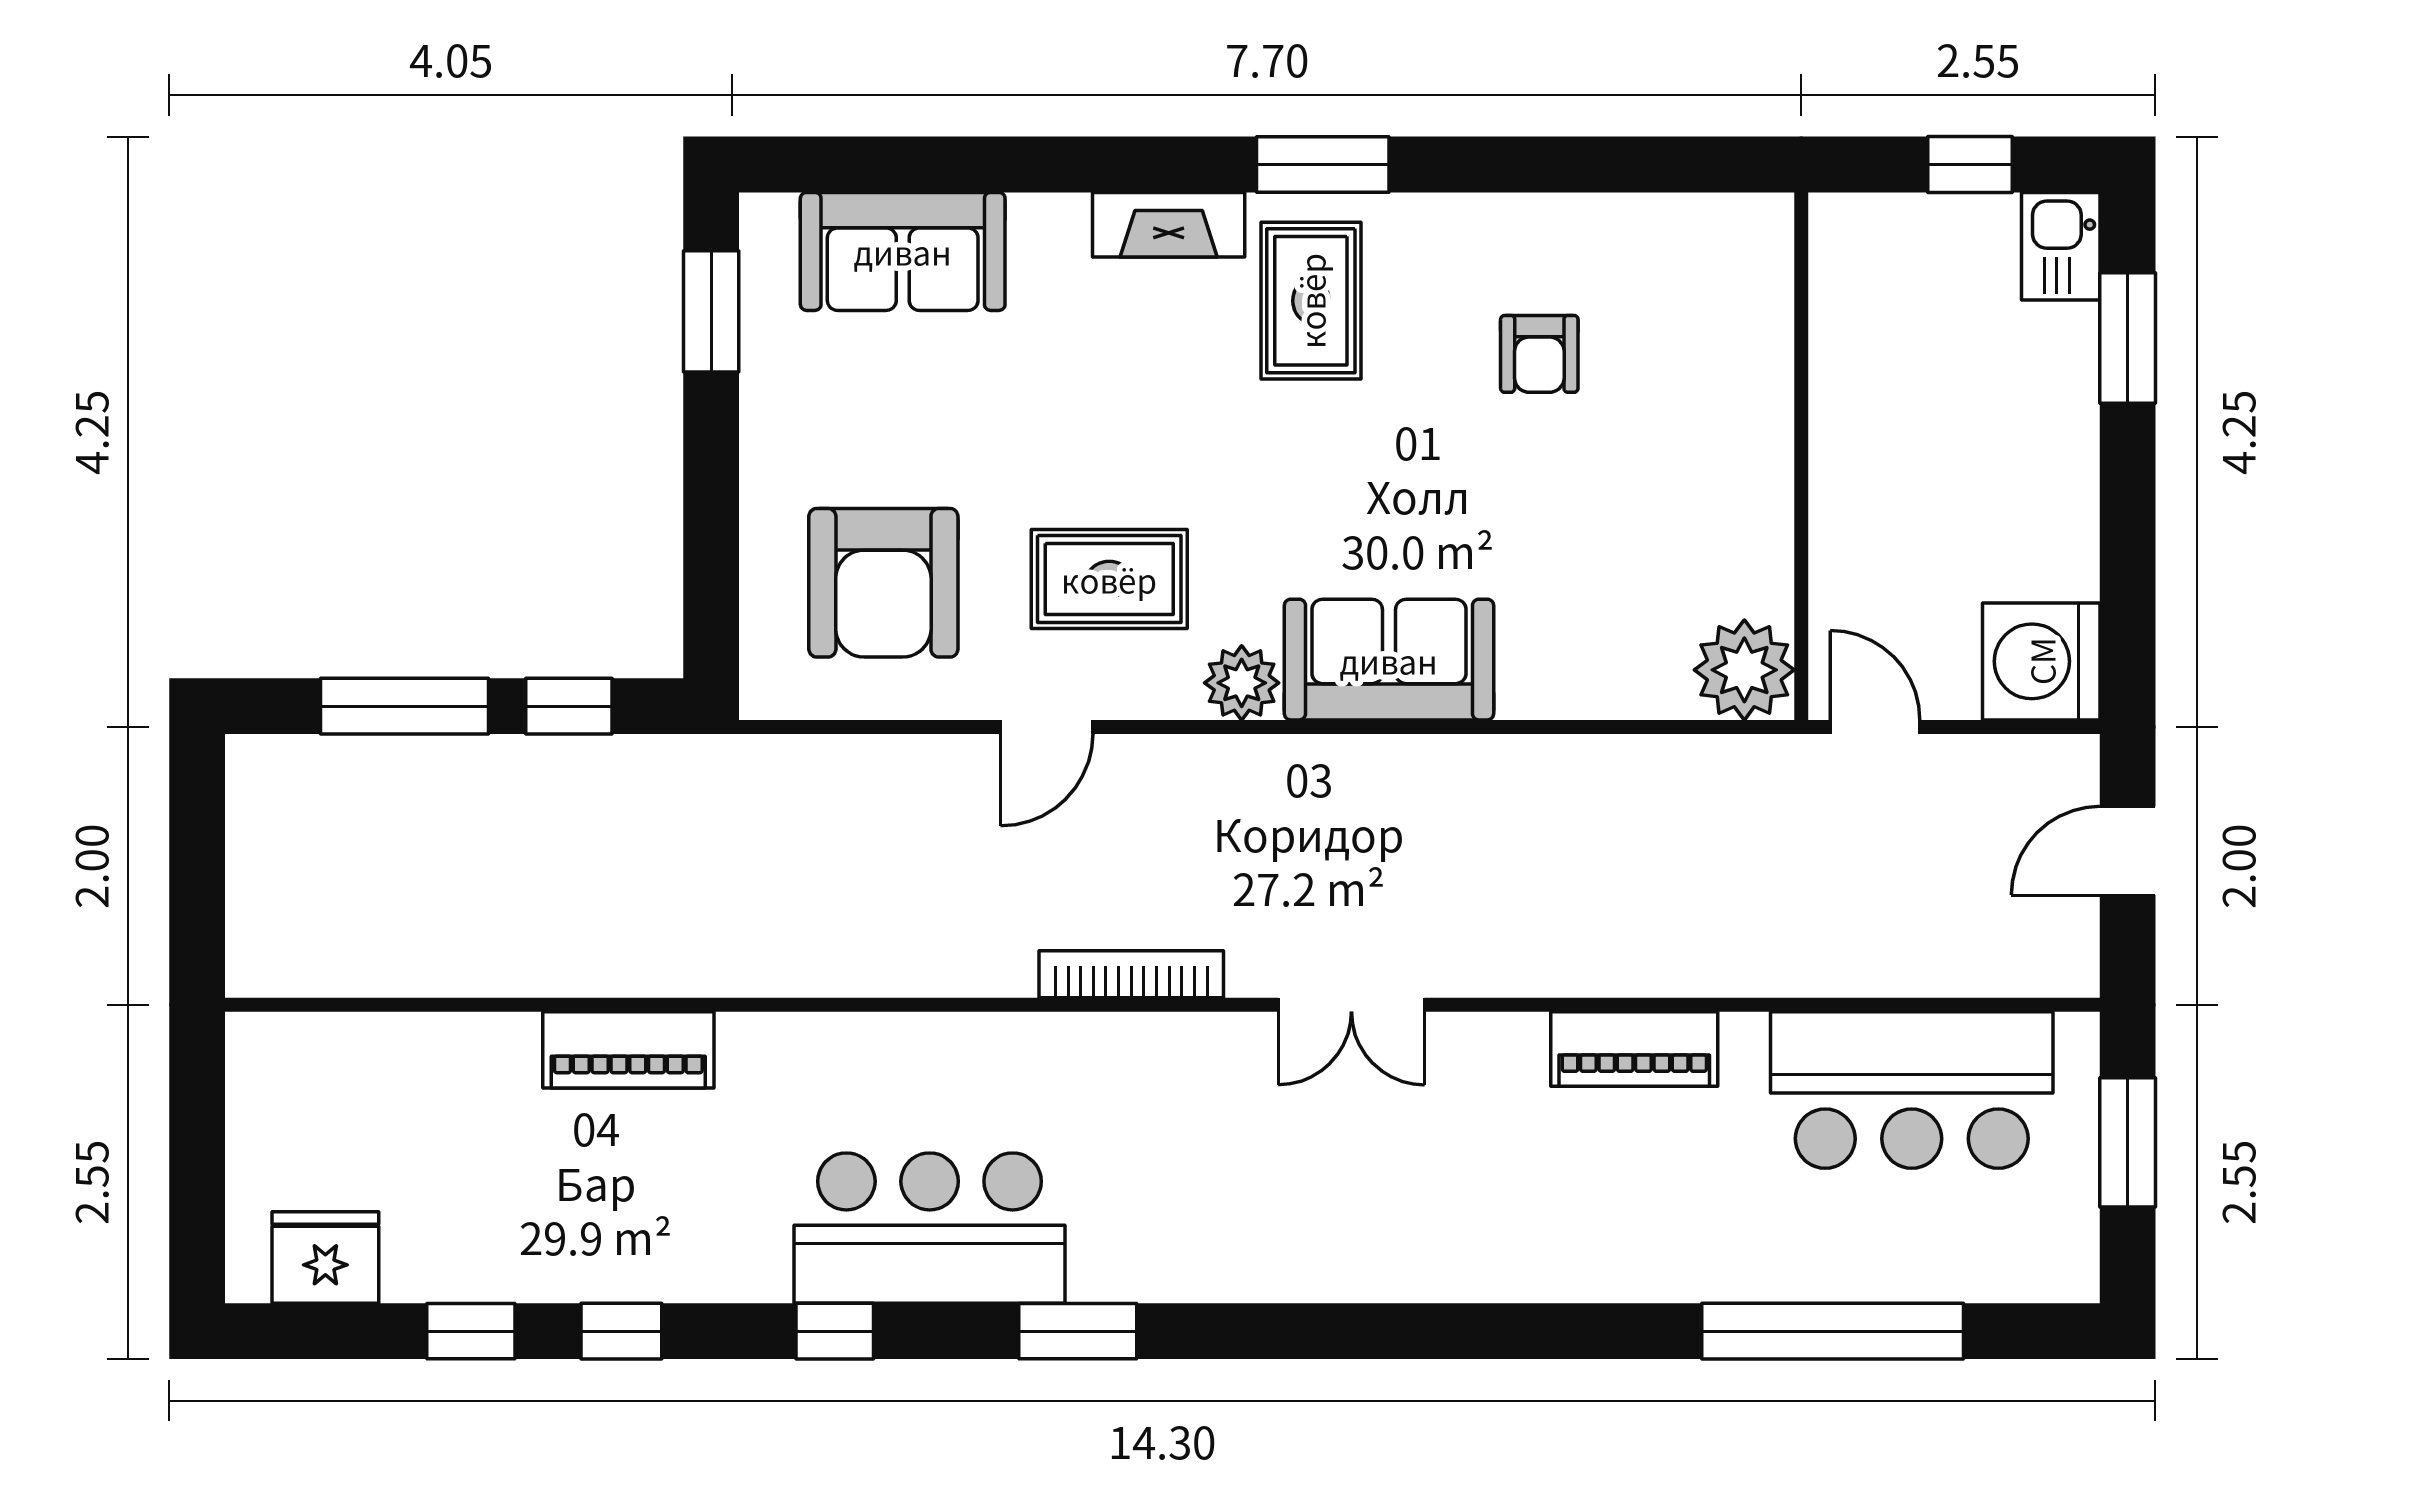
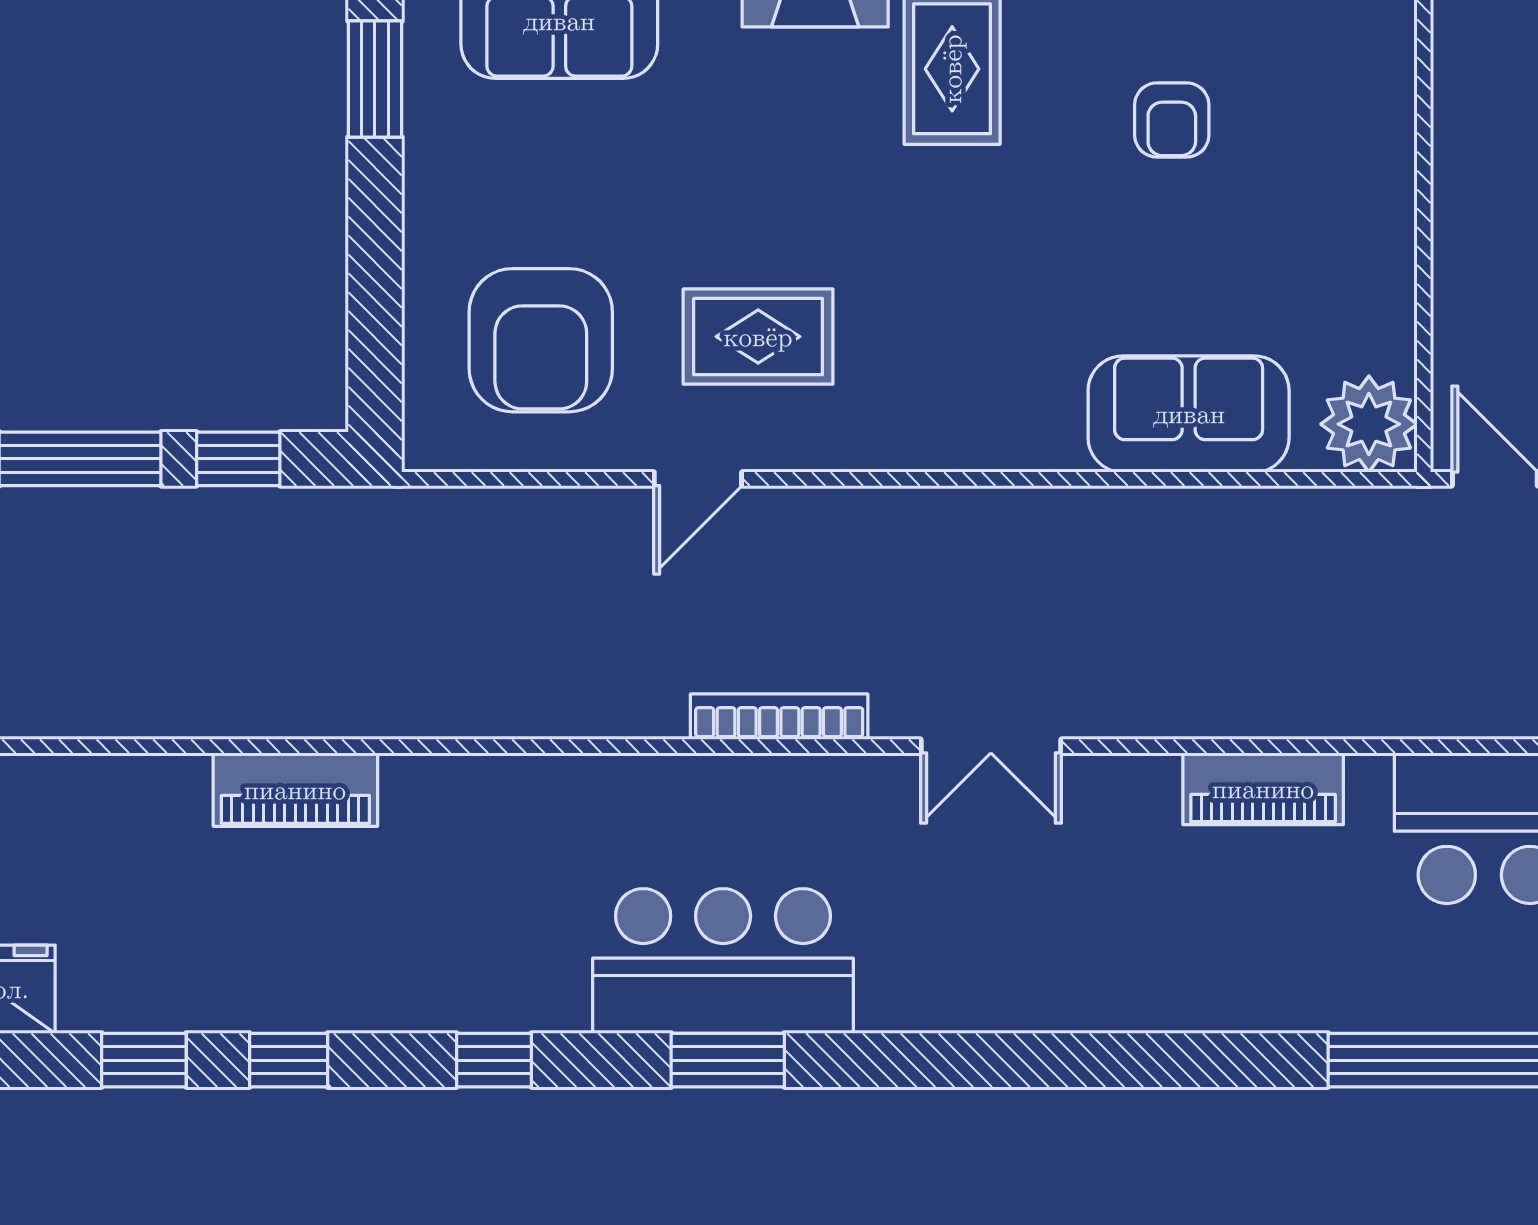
sofa: (1389, 660) -> (1189, 414), moved
plant: (1242, 683) -> (885, 436), removed
bar counter: (930, 1228) -> (723, 961), moved

